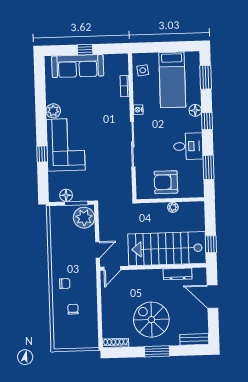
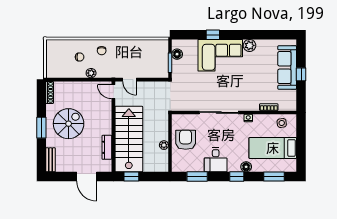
plant: (84, 218) -> (91, 73), moved, width x0.53, depth x0.53
door: (213, 297) -> (87, 177), swing flipped

